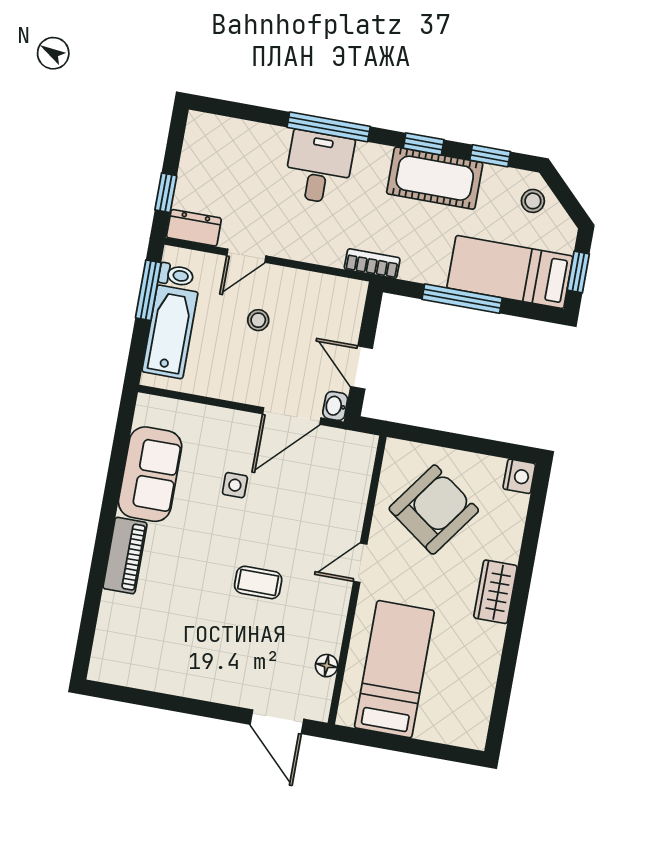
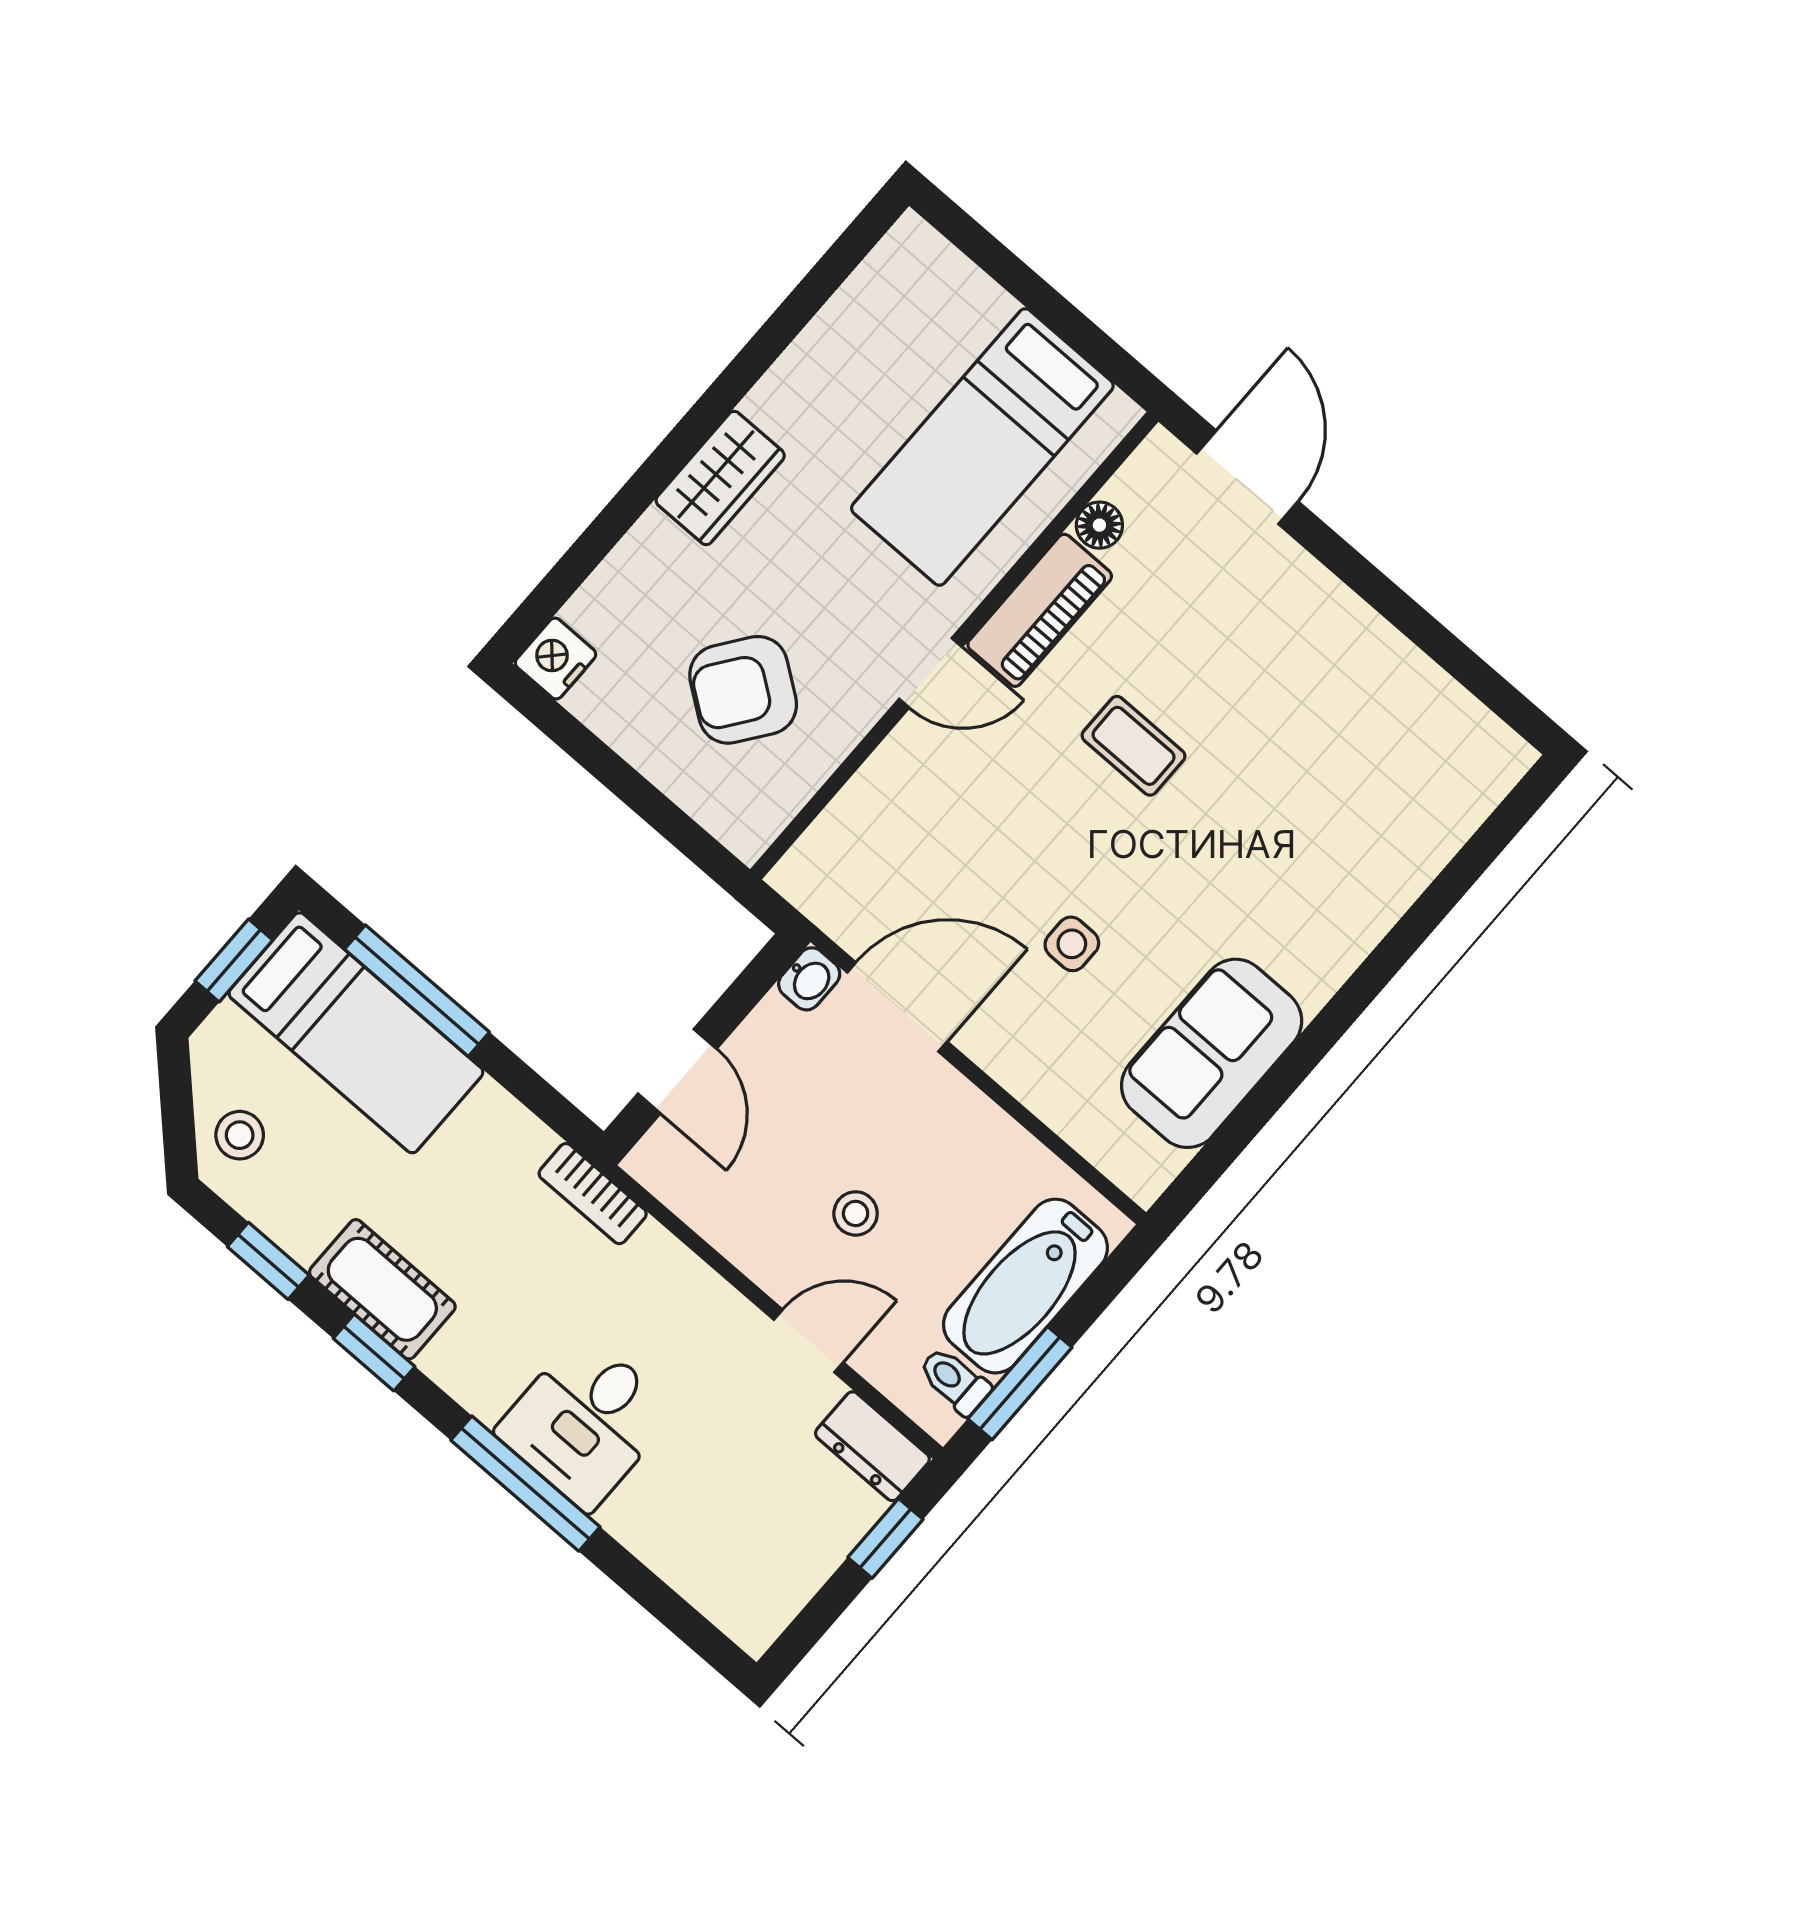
cot: (435, 178) -> (382, 1289), width x0.73, depth x0.75
window: (462, 299) -> (417, 991), moved
door: (361, 368) -> (677, 1071), moved
armchair: (434, 510) -> (743, 690), width x0.73, depth x0.73
piano: (125, 556) -> (1040, 610), moved, turned 180

